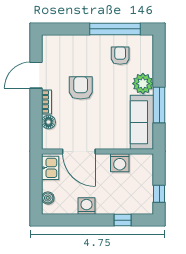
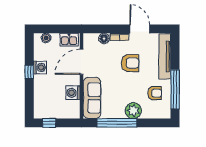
tv unit: (72, 42) -> (165, 56), added
window: (159, 105) -> (117, 123), width x1.46
sofa: (142, 122) -> (92, 98), moved, turned 90
window: (123, 220) -> (29, 72), moved

